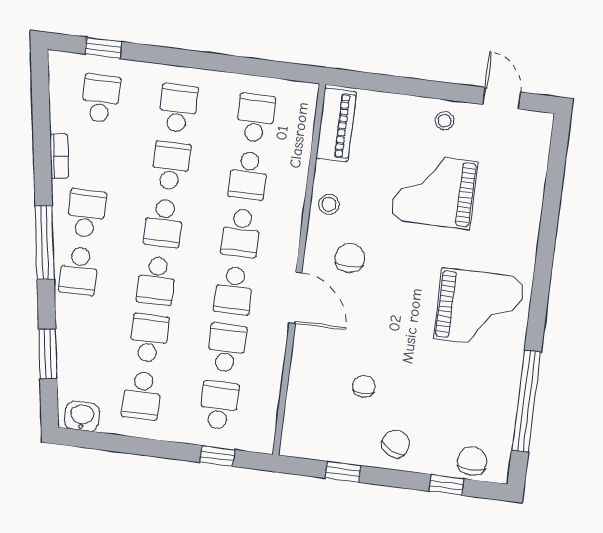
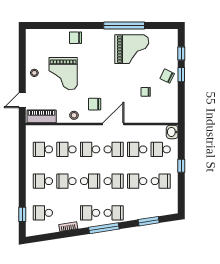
door: (502, 98) -> (22, 100), moved
school desk: (248, 175) -> (66, 149), turned 180
school desk: (241, 233) -> (90, 149), turned 180
grand piano: (479, 308) -> (132, 49), moved, turned 90
window: (526, 401) -> (124, 25), moved
washbasin: (82, 416) -> (172, 132), moved
window: (217, 456) -> (181, 166), moved
chair: (472, 461) -> (75, 38), moved
window: (343, 472) -> (181, 75), moved

